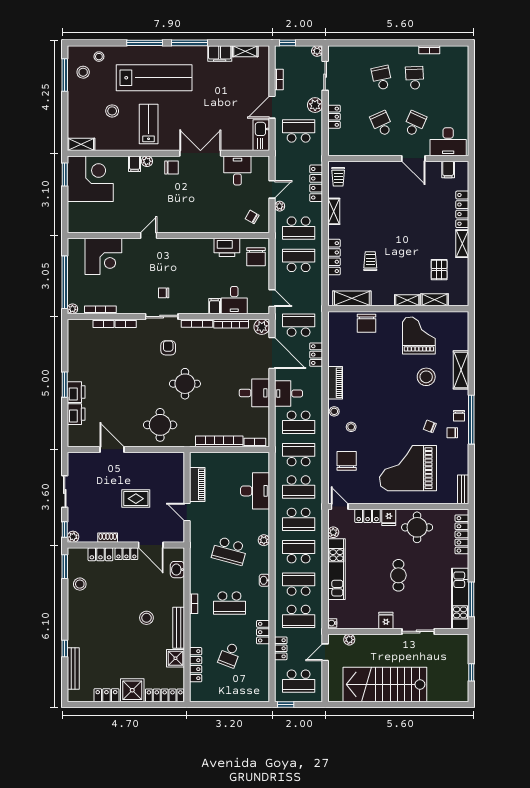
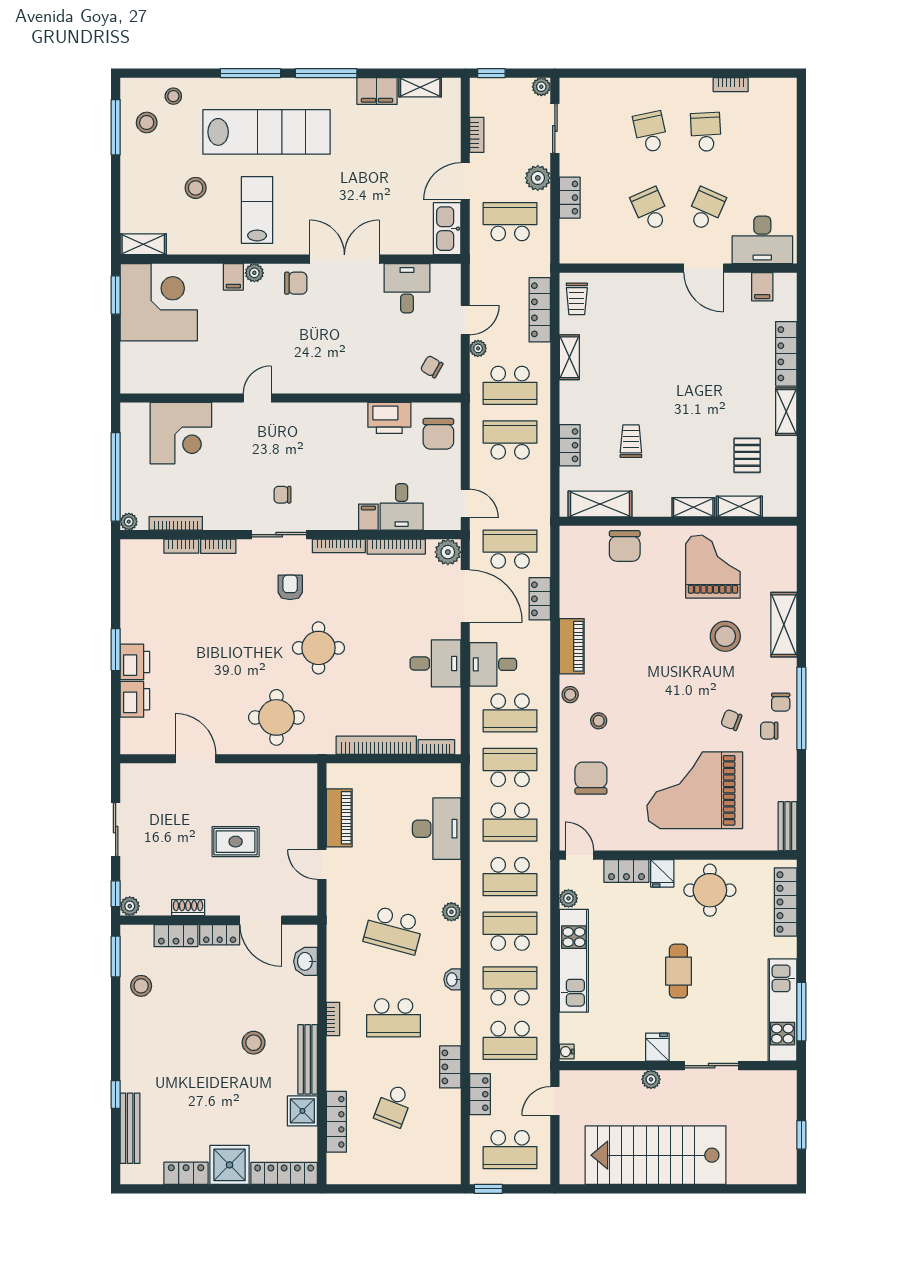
locker: (334, 257) -> (570, 445), width x0.66
plant: (349, 640) -> (651, 1079), moved

